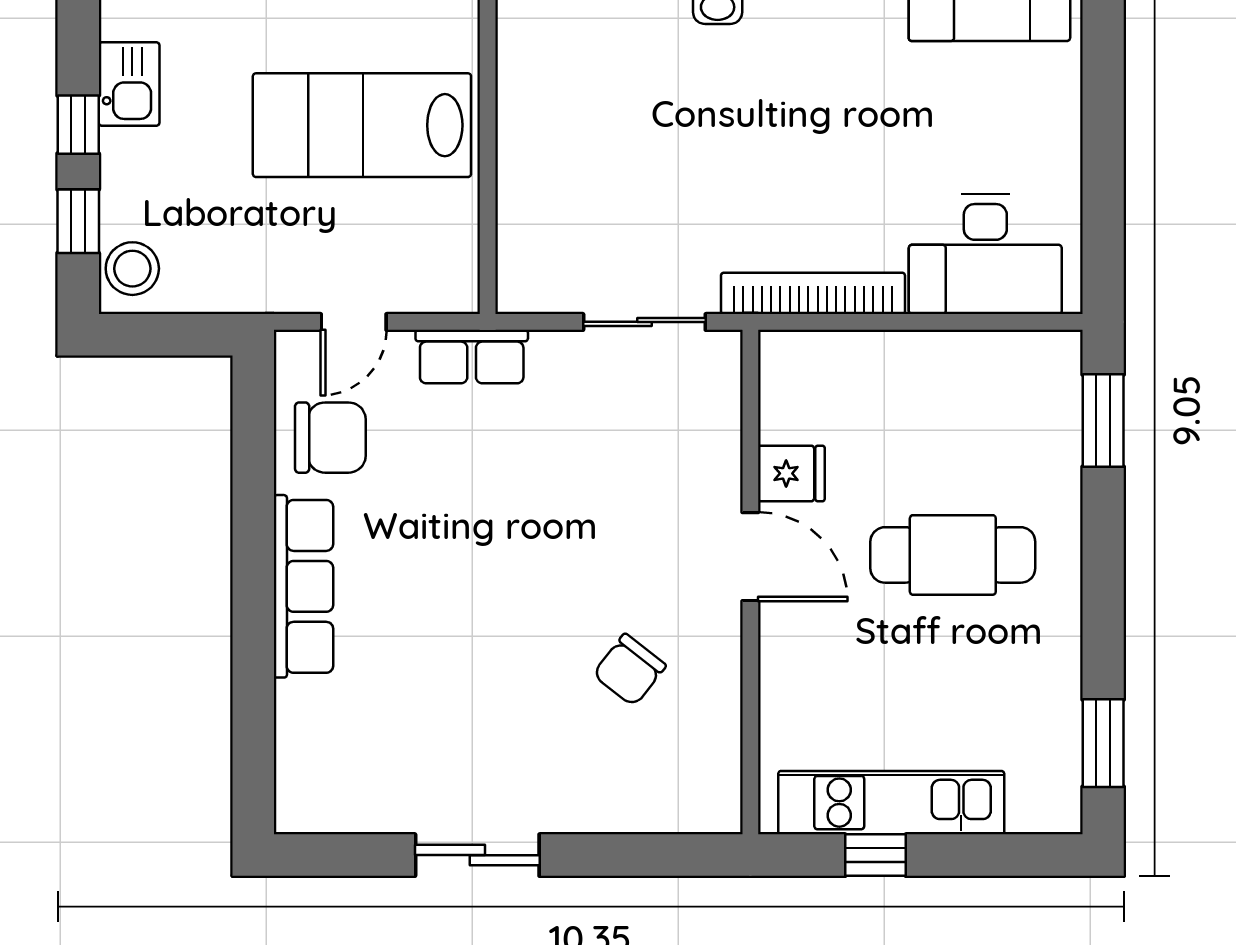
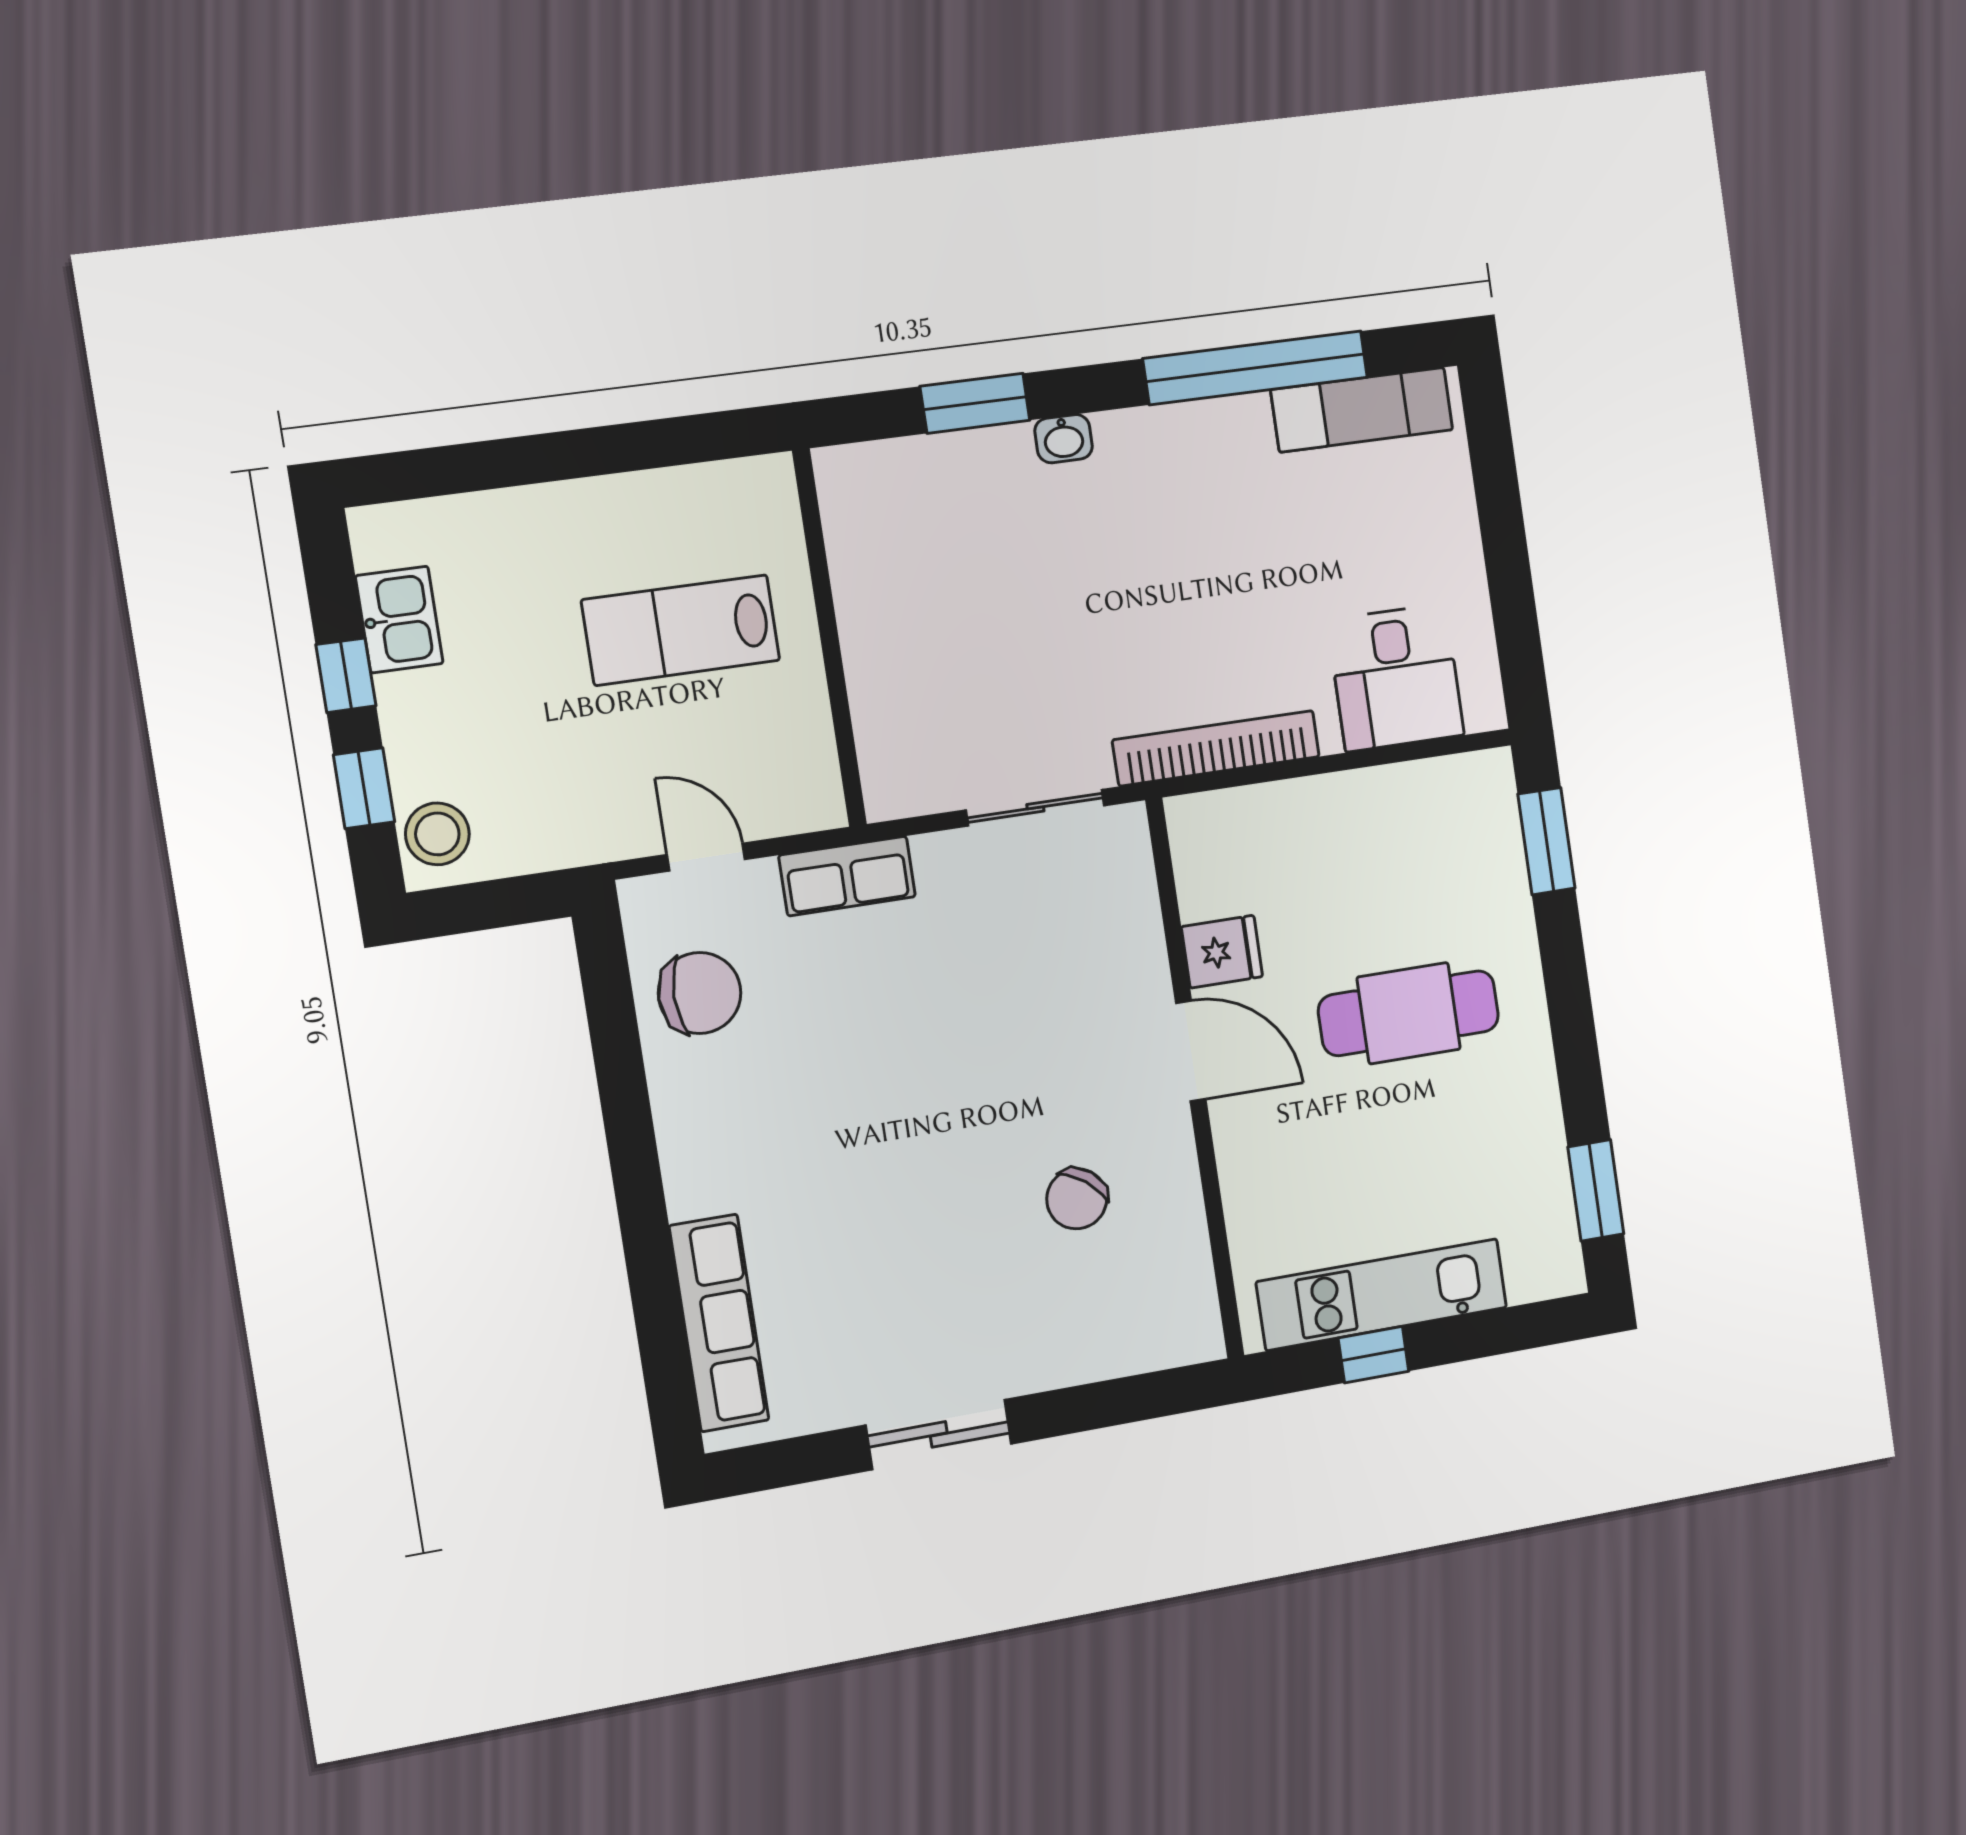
lab bench: (362, 125) -> (681, 630), width x0.73, depth x0.72
desk: (985, 254) -> (1396, 678), width x0.73
door: (354, 322) -> (706, 857), swing flipped
row of seats: (303, 586) -> (719, 1323), moved

